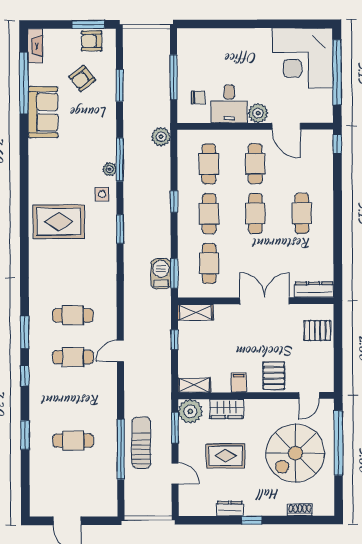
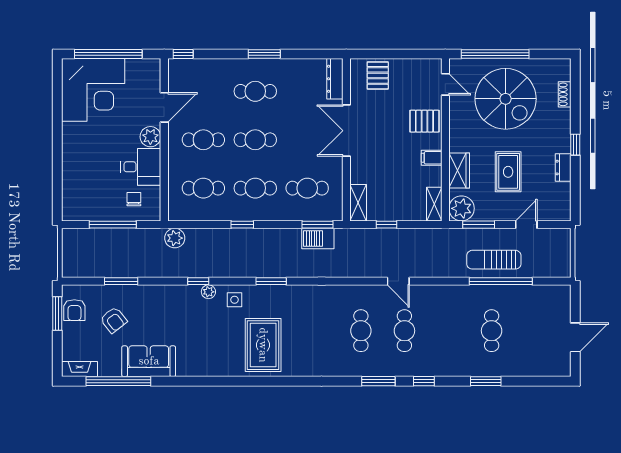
window: (120, 159) -> (198, 281), width x0.46
window: (338, 222) -> (264, 54), added

